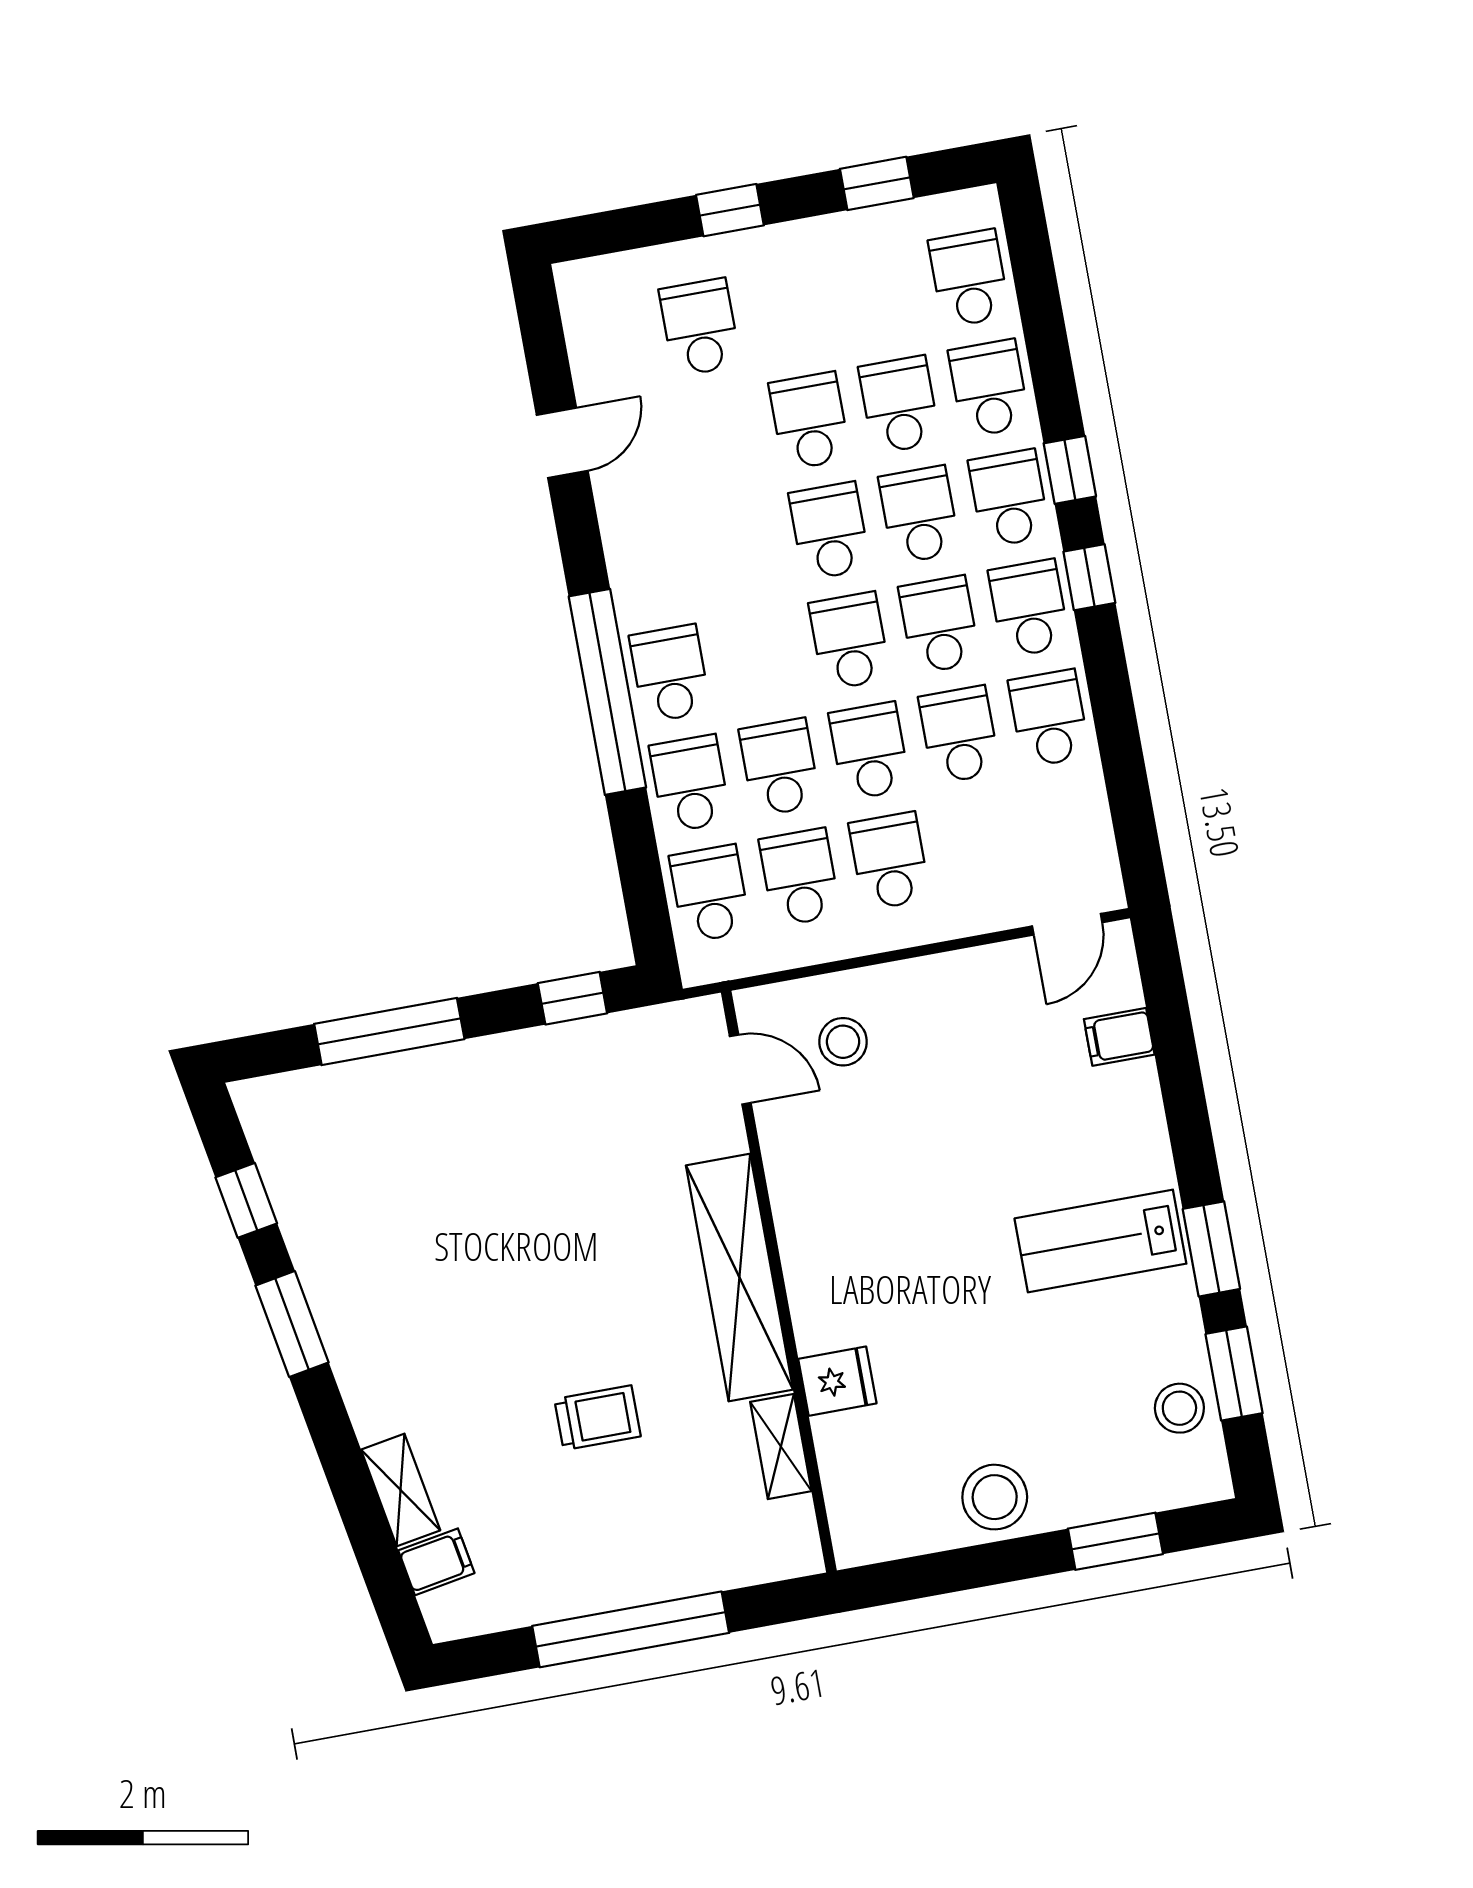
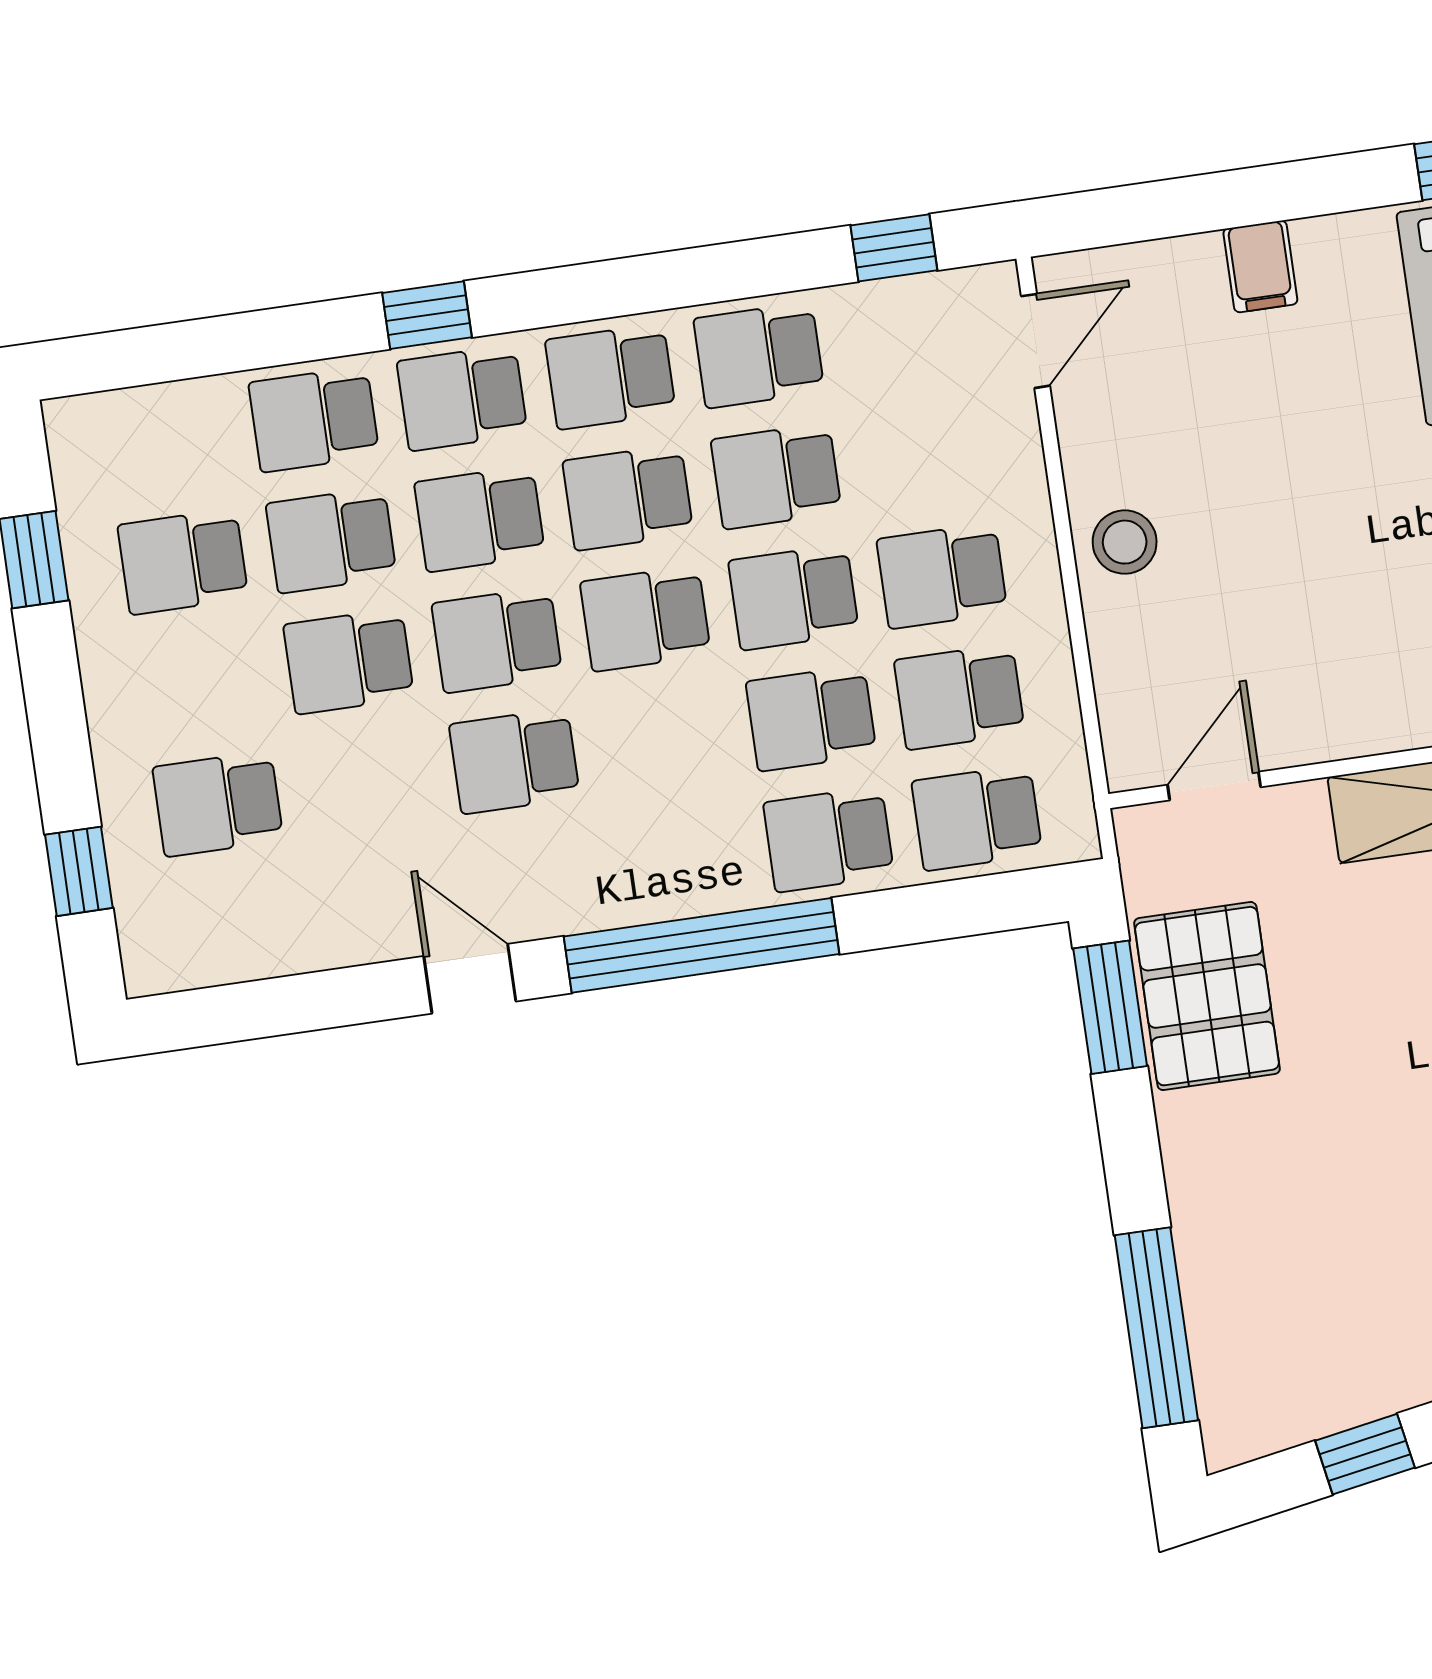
window: (730, 210) -> (79, 871), moved
school desk: (969, 278) -> (183, 562), moved
door: (562, 443) -> (470, 979), moved
window: (1089, 577) -> (894, 248), moved
school desk: (670, 674) -> (514, 761), moved
door: (1067, 924) -> (1036, 341), hinge flipped
window: (572, 998) -> (1110, 1007), width x1.50
window: (389, 1031) -> (1156, 1328), moved
filing cabinet: (1119, 1037) -> (1260, 266), moved
stool: (843, 1042) -> (1125, 542), moved
pallet: (583, 1070) -> (1207, 996), added

